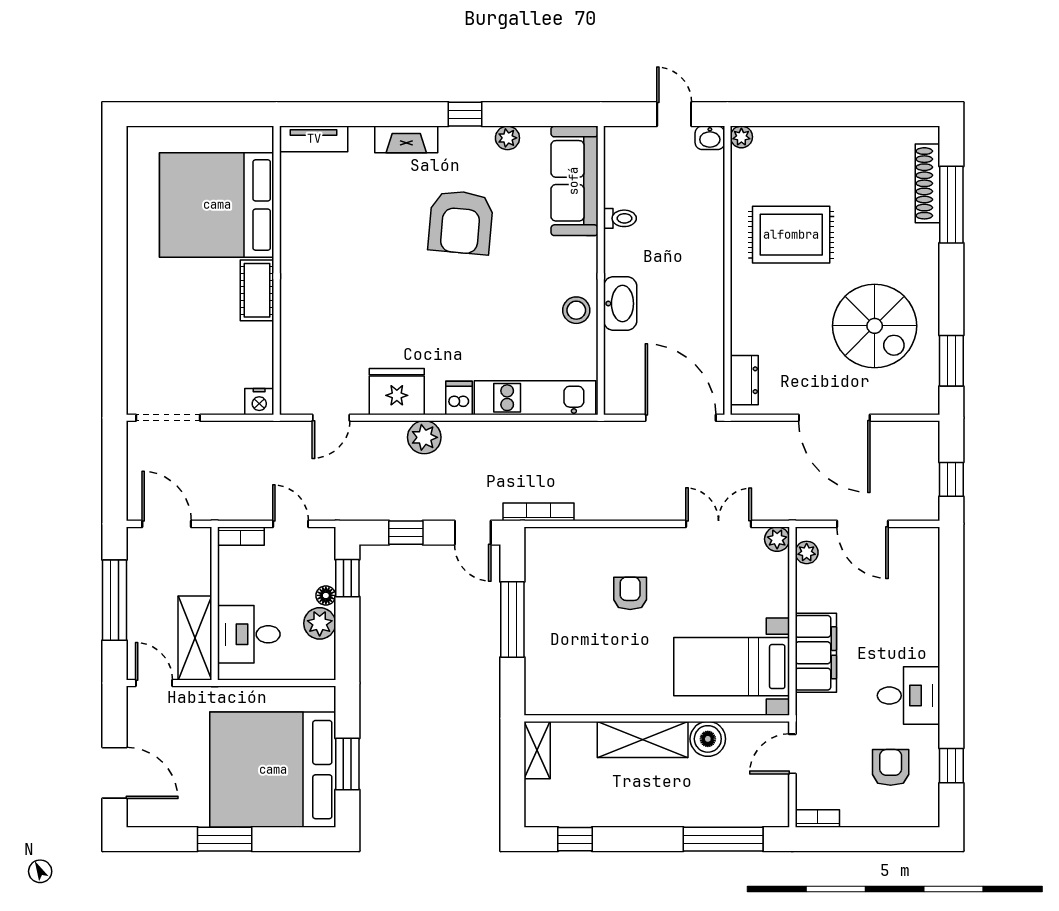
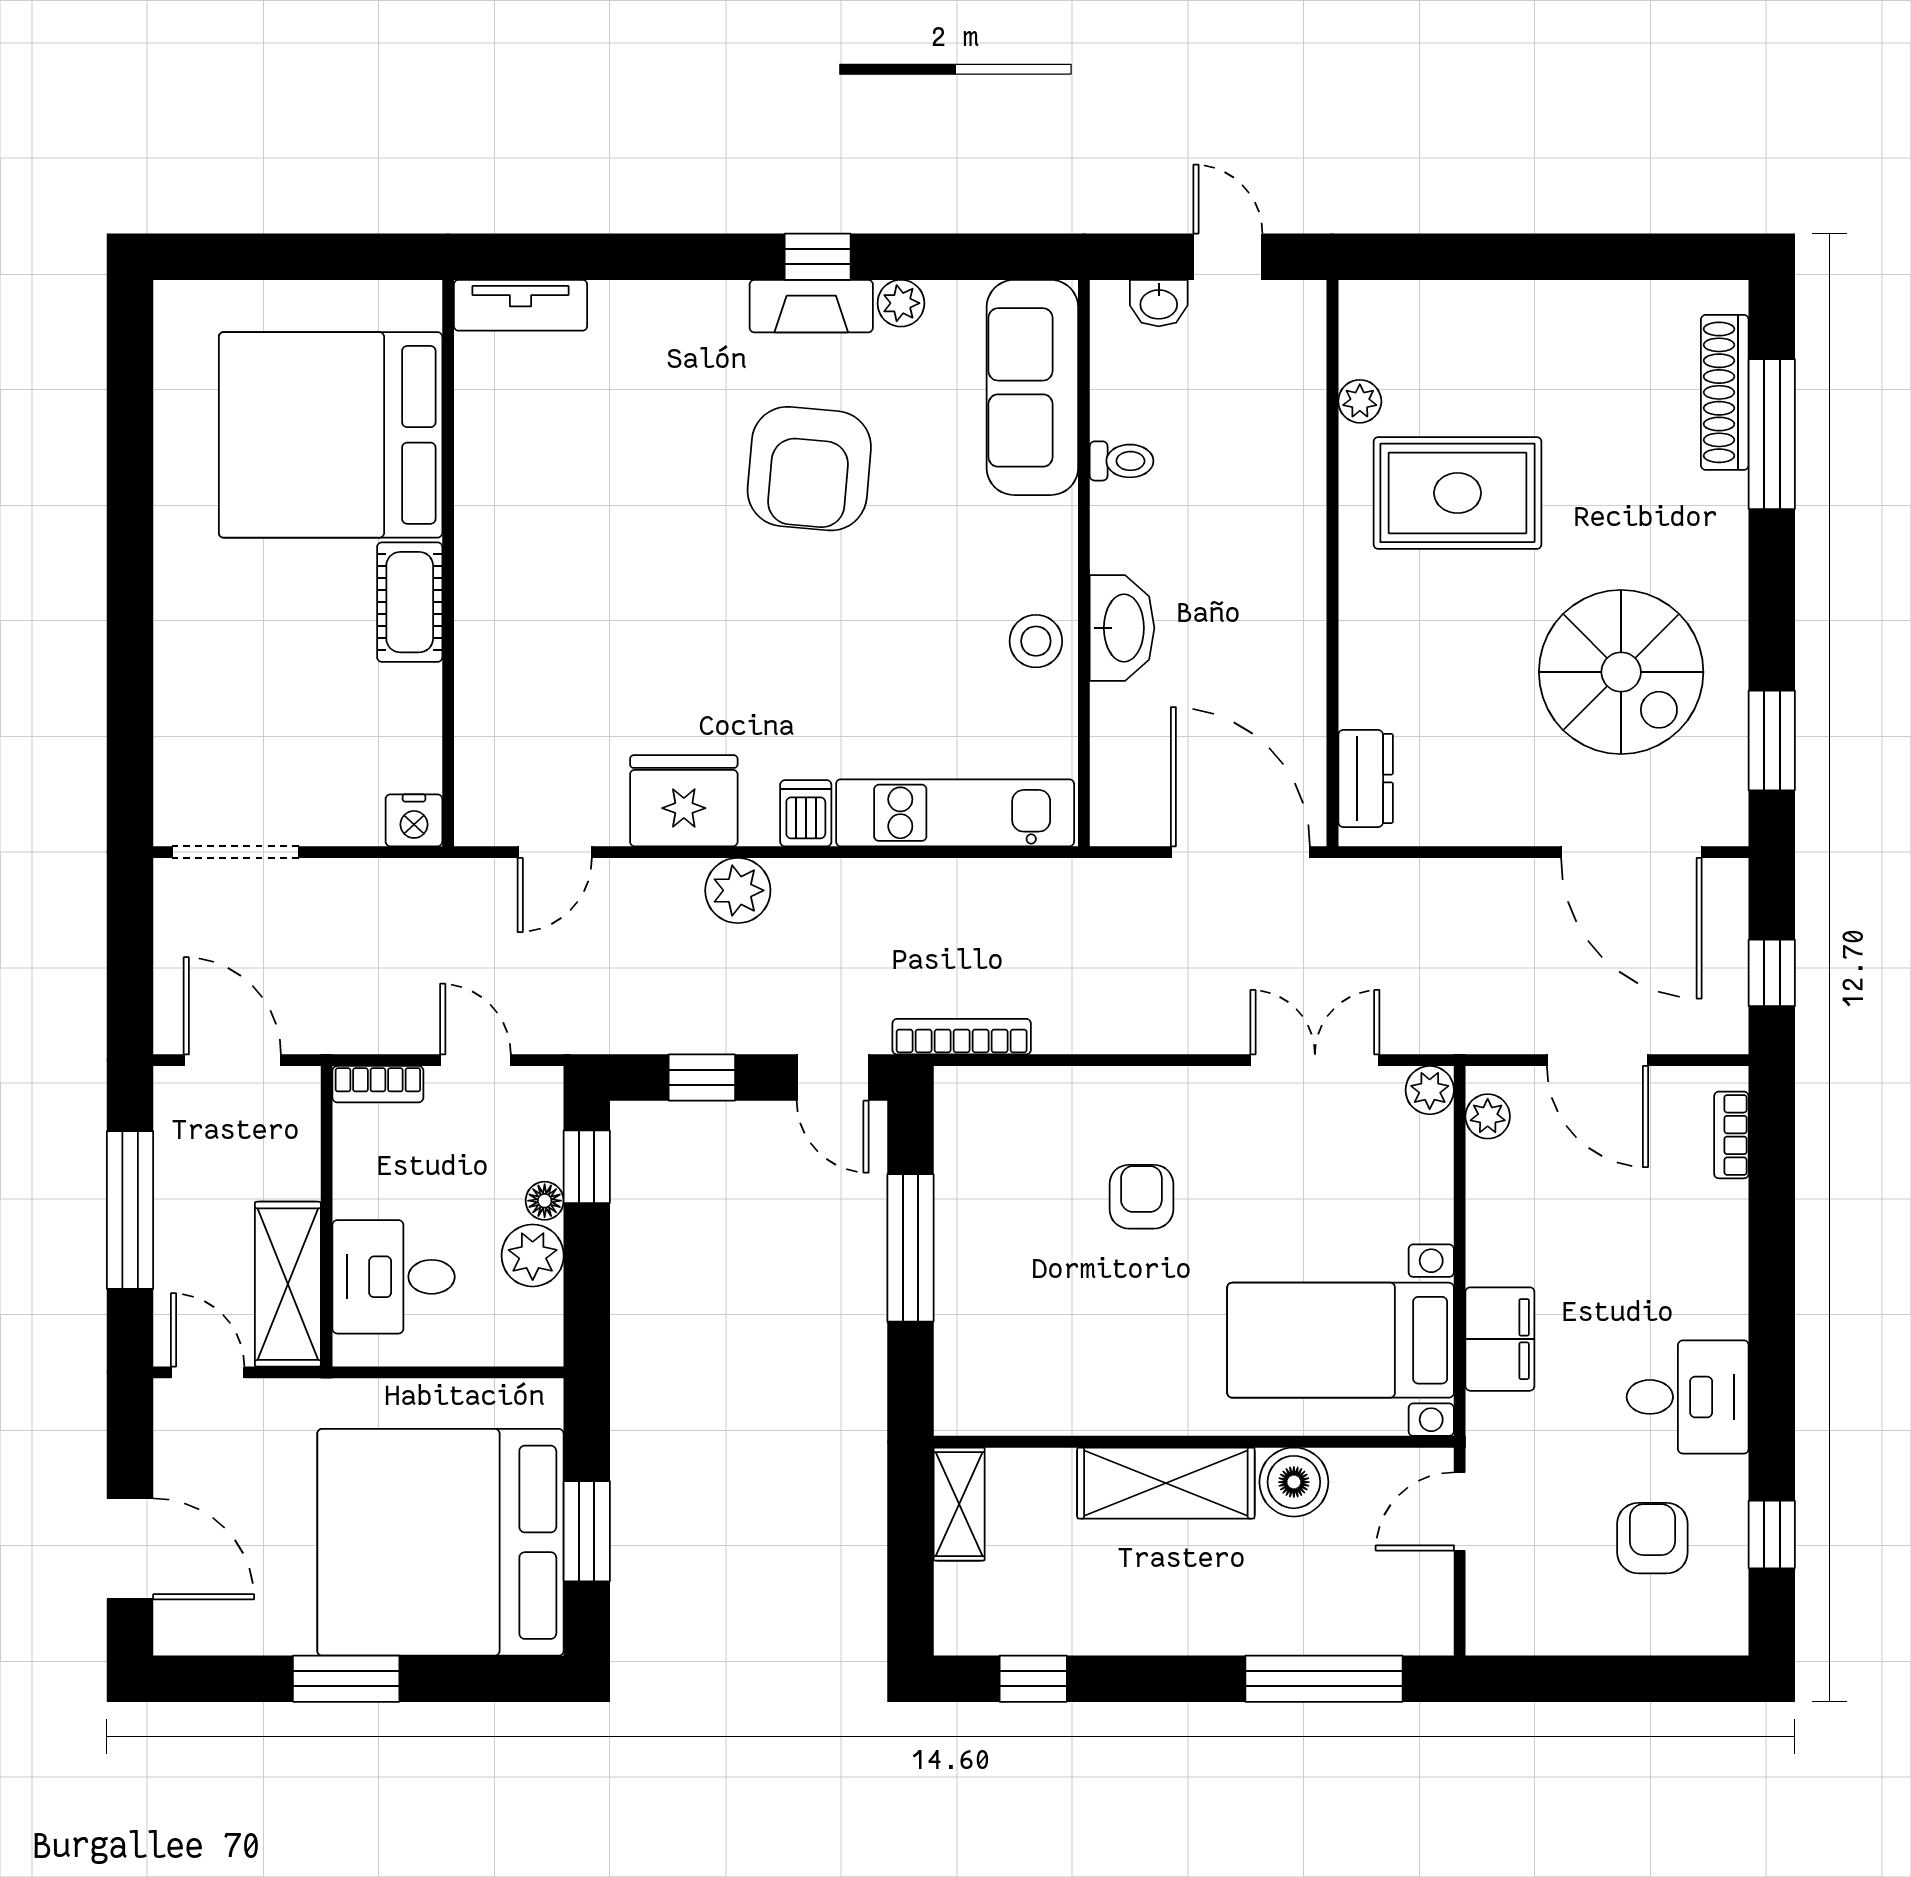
plant: (741, 137) -> (1360, 401), moved
washbasin: (710, 138) -> (1159, 303), moved
fireplace: (406, 139) -> (811, 306), moved
door: (834, 418) -> (1631, 852), moved
filing cabinet: (816, 653) -> (1500, 1339), width x0.67, depth x0.86
bookcase: (817, 819) -> (1731, 1135), moved, turned -90

